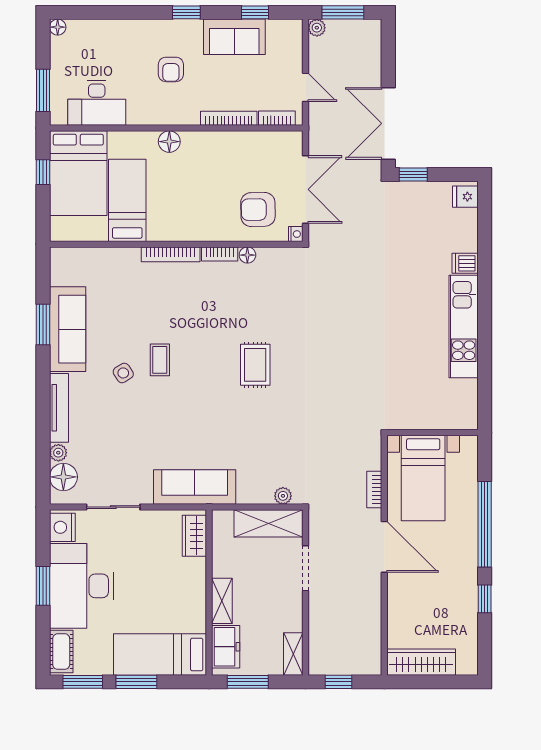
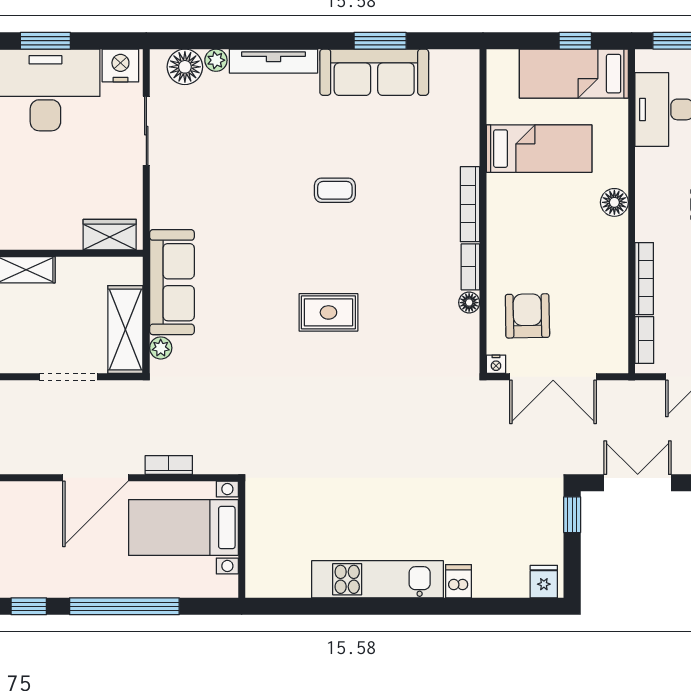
double door: (388, 123) -> (638, 483), width x0.73
bed: (78, 173) -> (574, 74), width x0.67
side table: (123, 373) -> (318, 143), removed
sofa: (195, 487) -> (172, 282), moved

